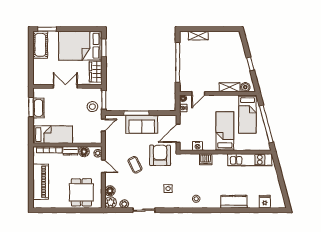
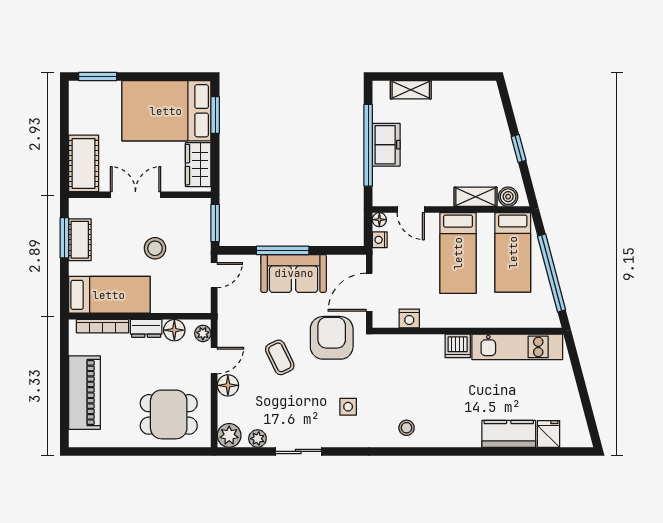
cot: (40, 45) -> (84, 163), moved
freezer: (186, 62) -> (386, 145), added
door: (198, 93) -> (411, 209), hinge flipped
stool: (92, 107) -> (155, 248), moved
bed: (225, 131) -> (458, 253), moved, turned 180
dishwasher: (206, 159) -> (458, 346), moved
door: (103, 166) -> (214, 361), hinge flipped
floor lamp: (110, 191) -> (228, 385), moved
dining table: (81, 192) -> (169, 414), turned 90
kitchen counter: (234, 202) -> (509, 434), moved

